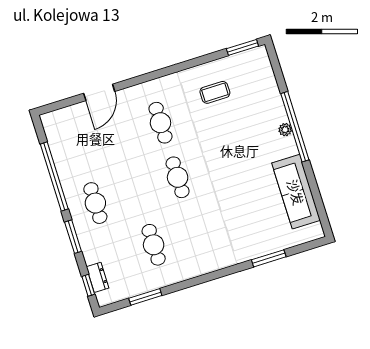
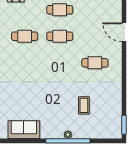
coffee table: (215, 92) -> (84, 105), moved
cafe table: (178, 177) -> (60, 36), moved
sofa: (296, 192) -> (24, 130), width x0.73

